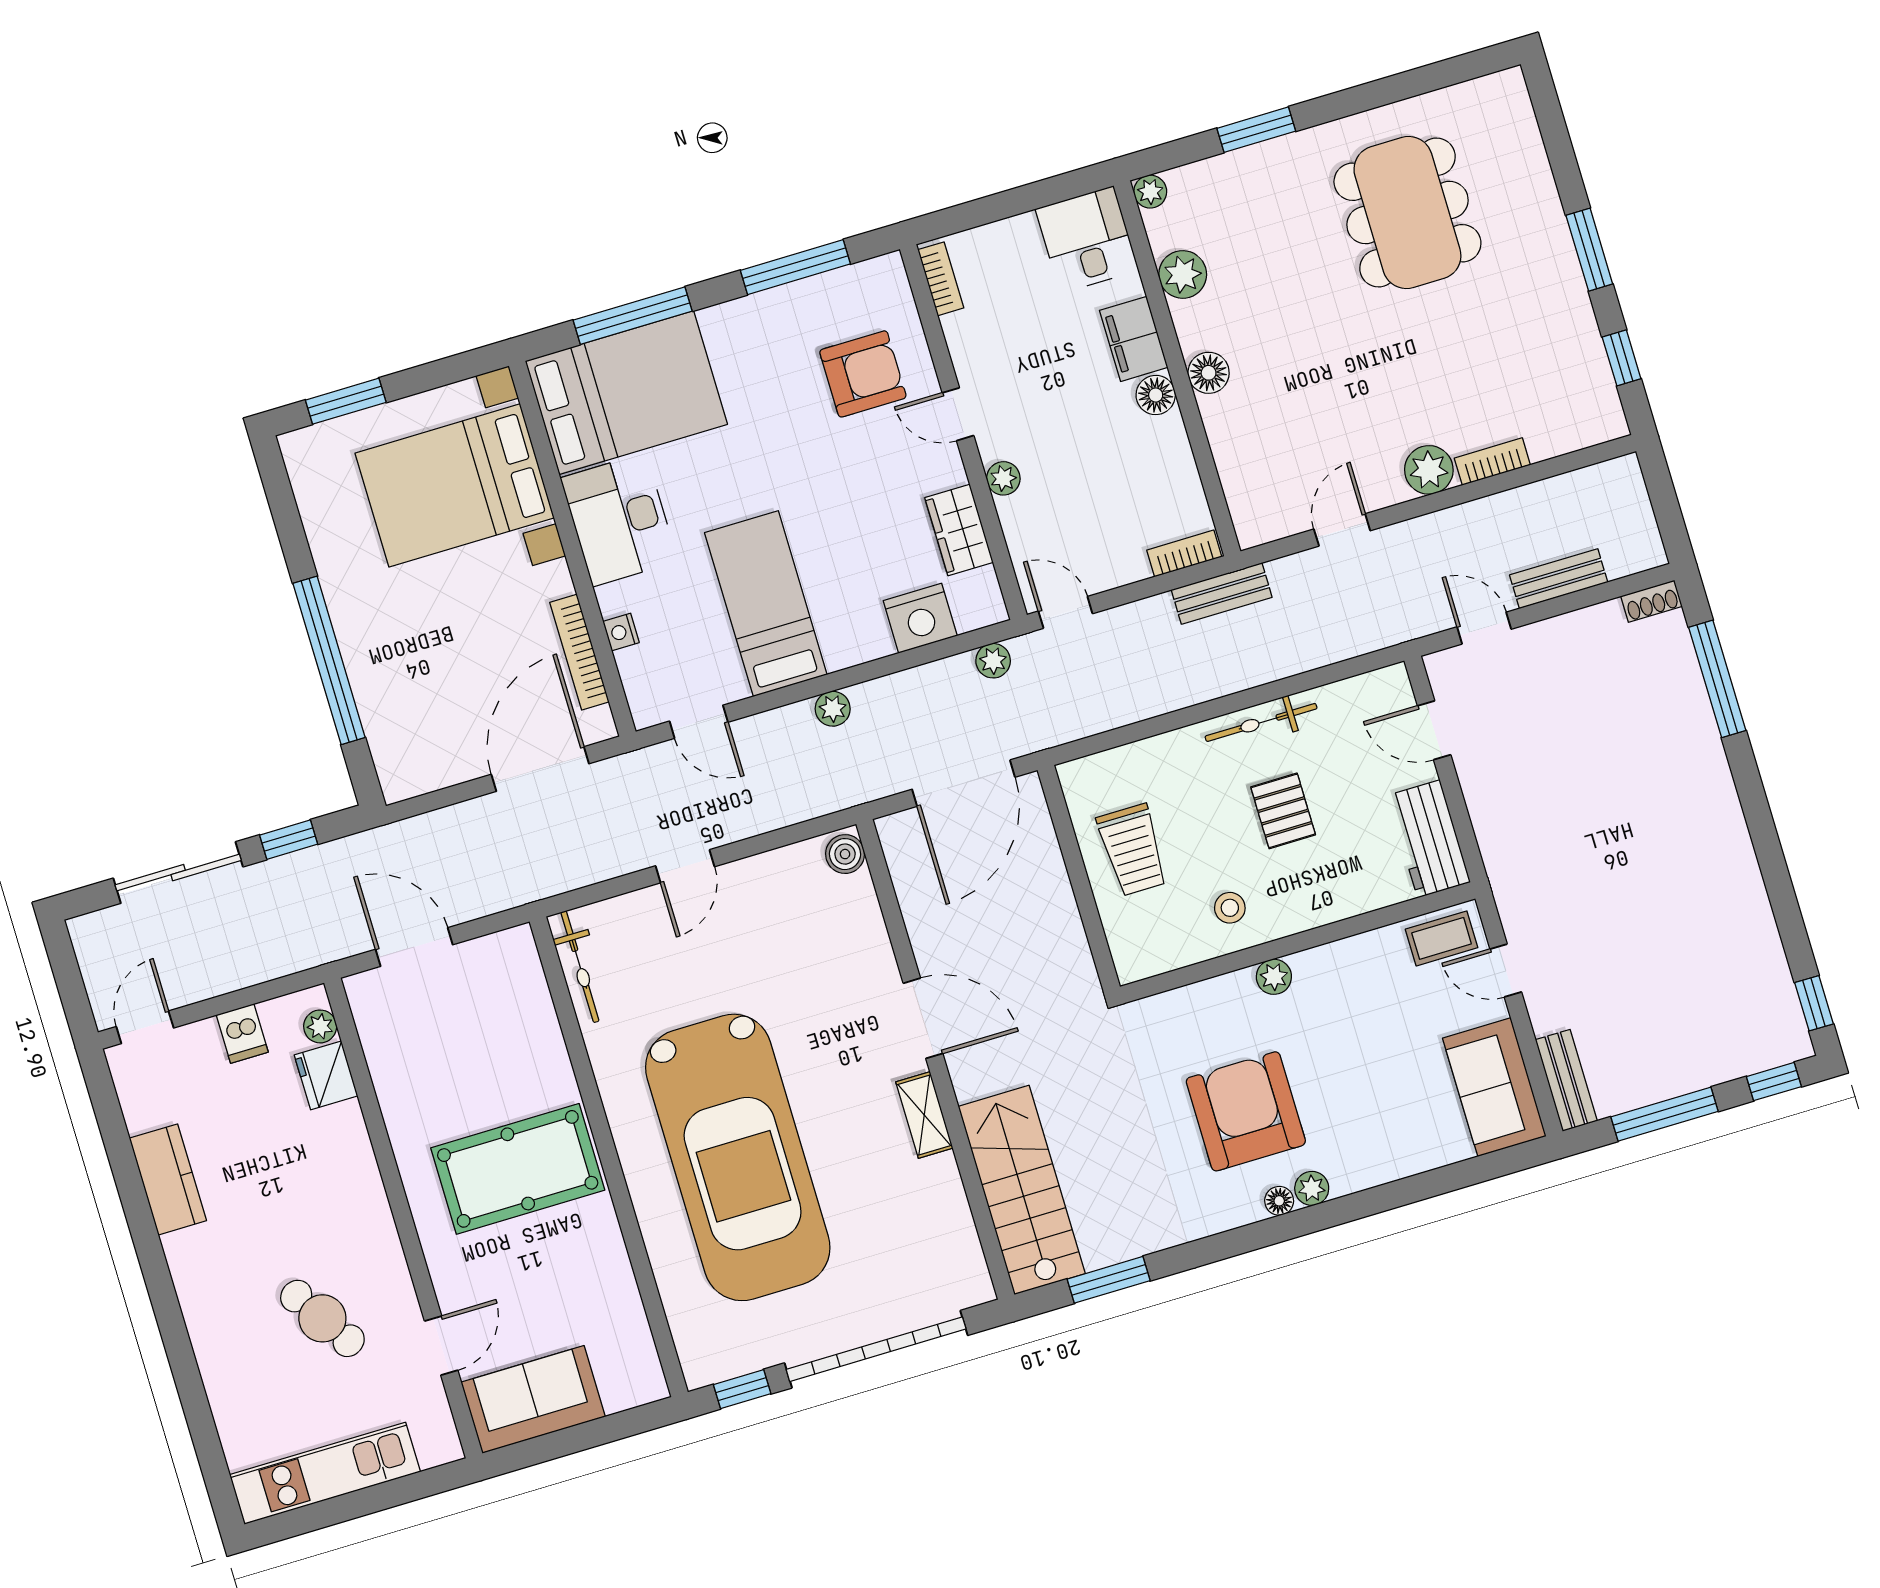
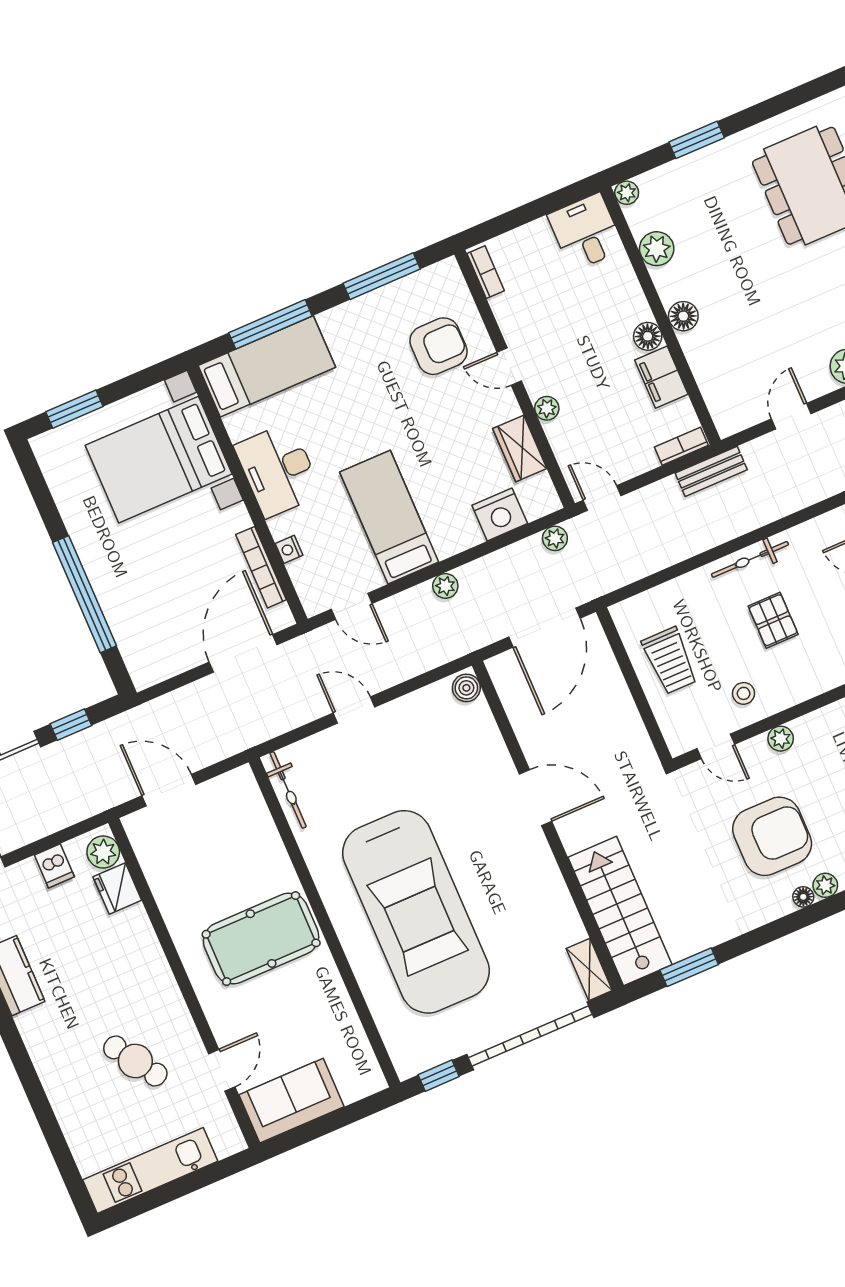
filing cabinet: (1134, 339) -> (661, 377), moved
bed: (626, 393) -> (267, 366), width x0.67
door: (685, 866) -> (354, 710), swing flipped
door: (1182, 977) -> (716, 746), added
plant: (320, 1026) -> (103, 852), width x1.38, depth x1.38
armchair: (1246, 1111) -> (772, 836), turned 90
shelving: (924, 1115) -> (589, 970), moved

